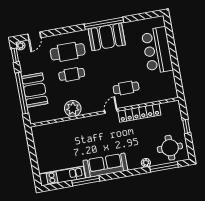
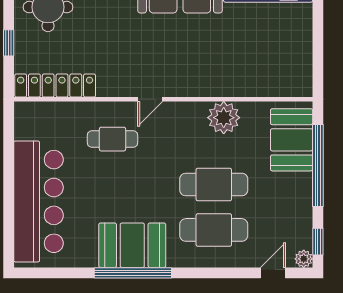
bar counter: (157, 50) -> (38, 201), width x1.36
cafe table: (72, 74) -> (214, 184), width x1.37, depth x1.35
booth: (35, 90) -> (292, 140), moved
locker: (139, 113) -> (55, 86), moved

